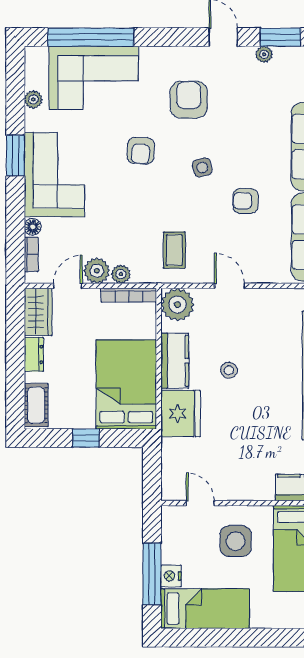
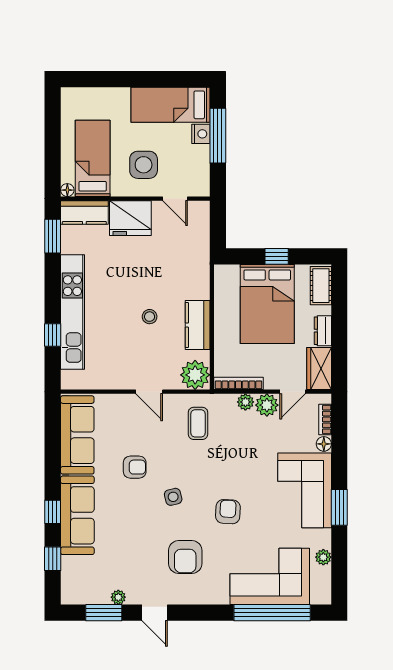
bed: (126, 384) -> (267, 304), moved
fridge: (181, 413) -> (130, 218), moved, turned -90

